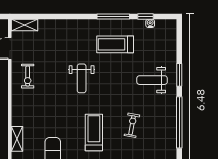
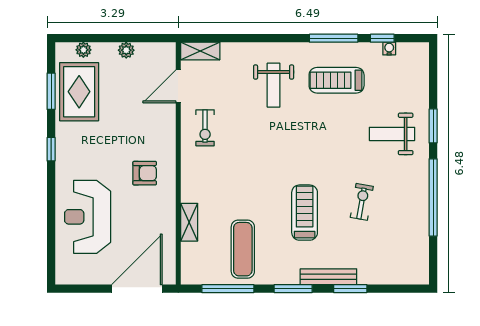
weight bench: (82, 78) -> (274, 85), moved

